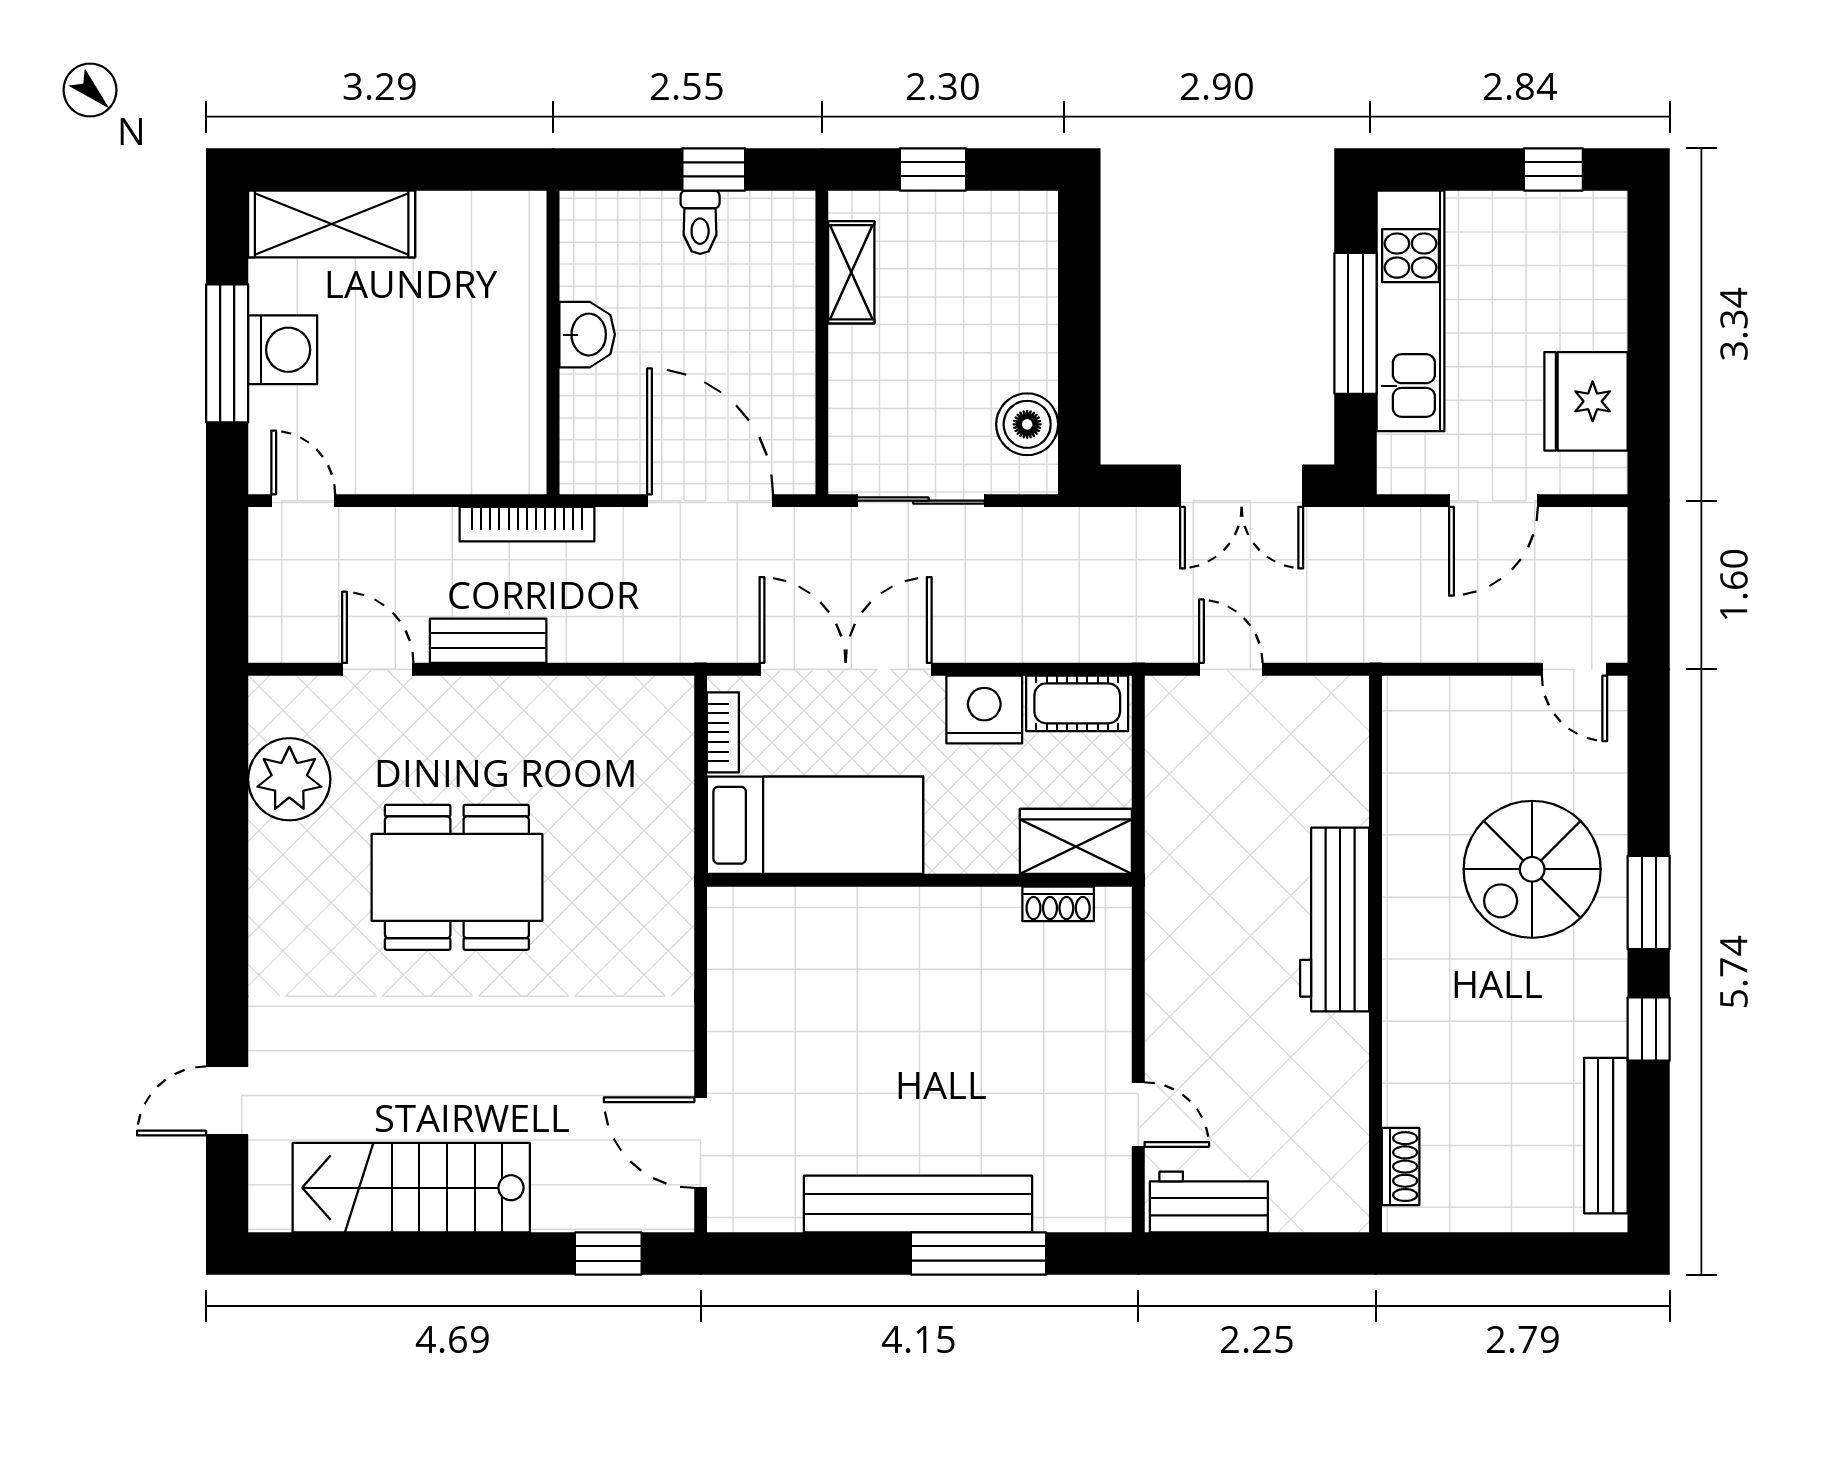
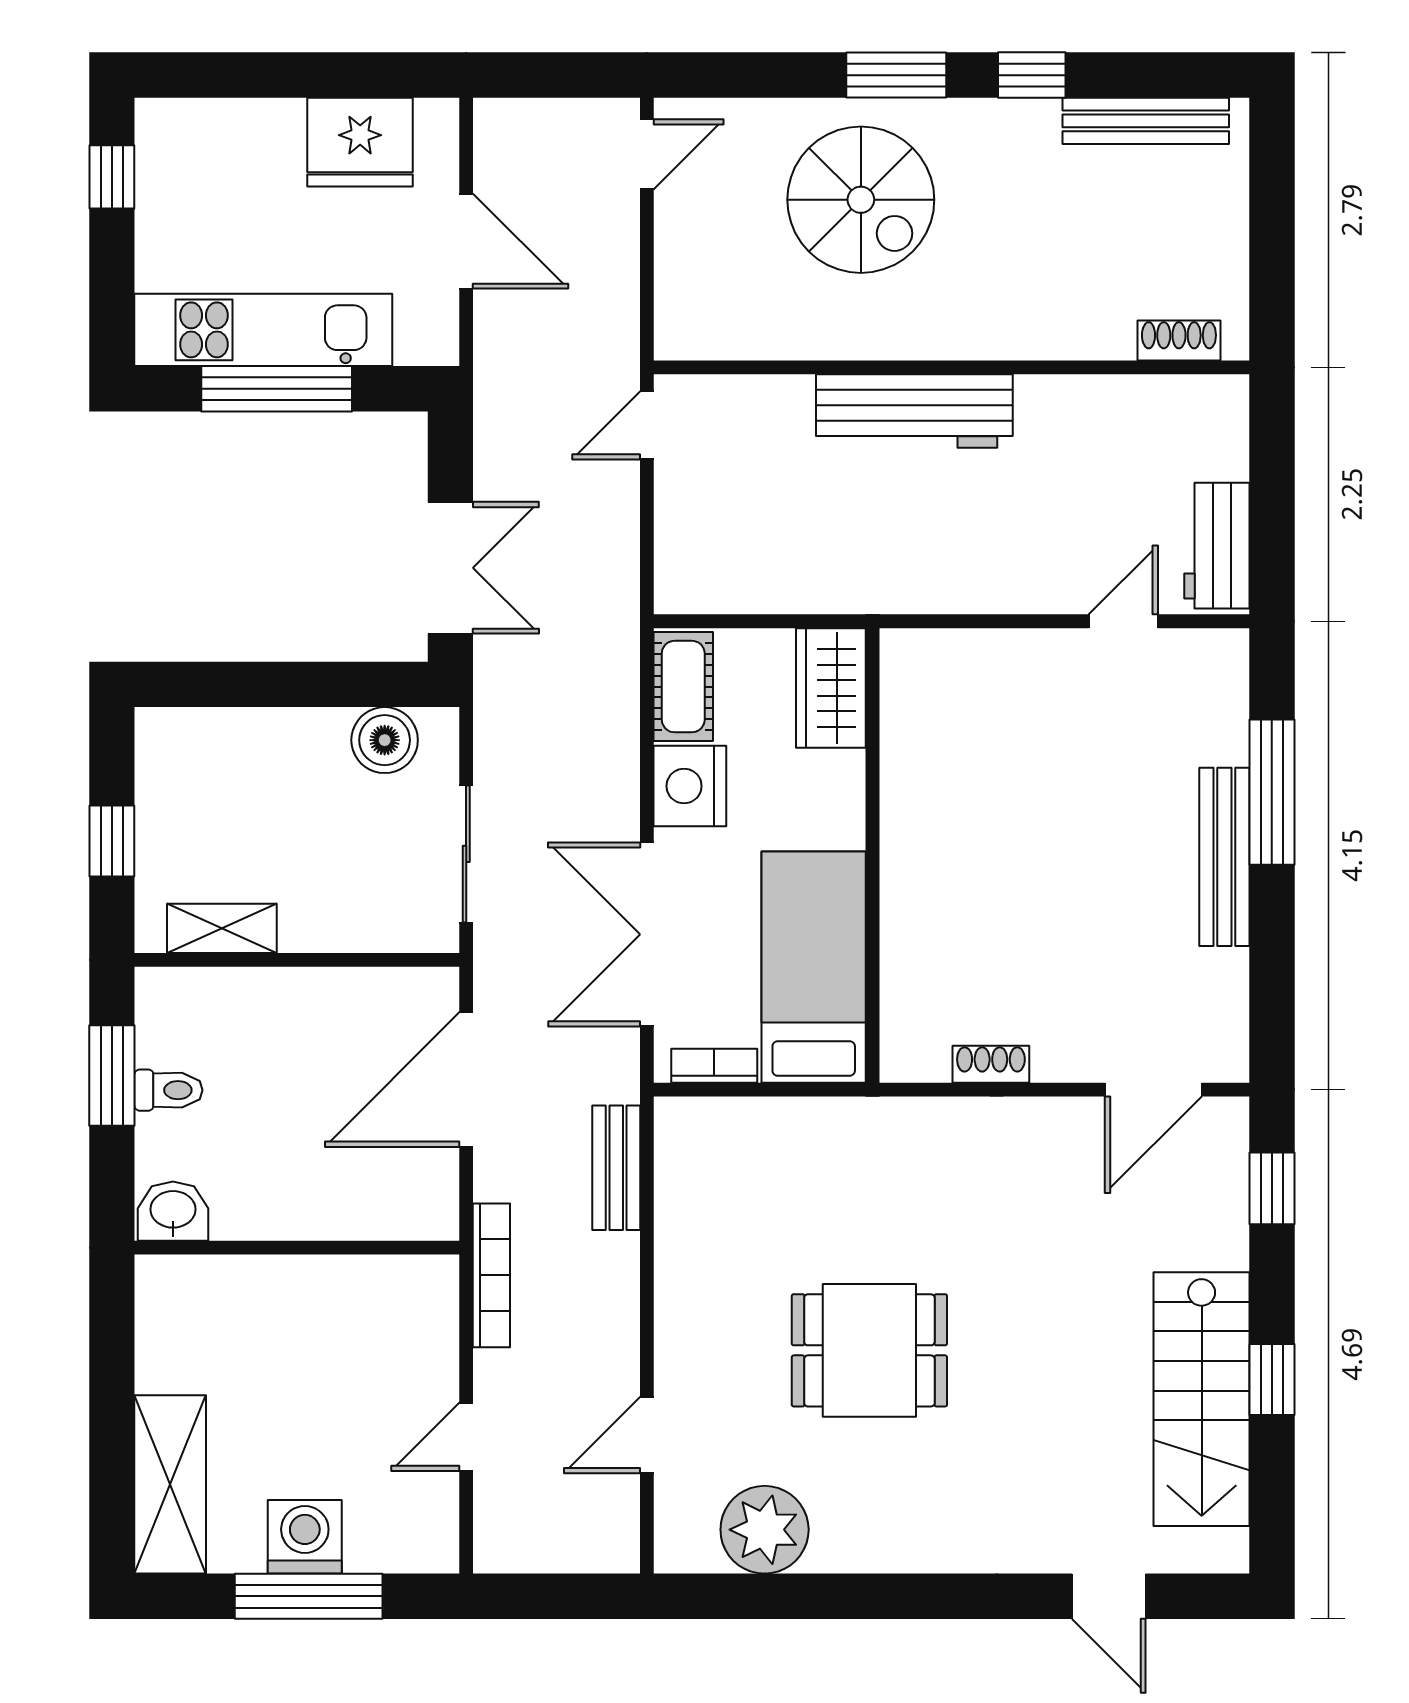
window: (714, 169) -> (112, 1076), width x1.50
washbasin: (587, 335) -> (173, 1211), moved
double door: (1242, 486) -> (450, 568), moved
door: (303, 501) -> (466, 1437), moved
bench: (488, 641) -> (616, 1168), moved
door: (1231, 669) -> (647, 425), moved
dining table: (457, 877) -> (869, 1350), width x0.73
shoe rack: (1058, 904) -> (991, 1064), moved, turned -90
bench: (918, 1204) -> (1224, 857), width x0.73, depth x0.82
window: (430, 1254) -> (1272, 1380), added

